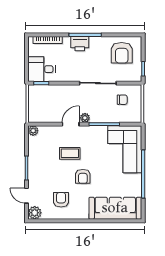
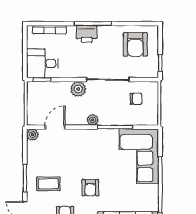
plant: (72, 91) -> (78, 89), added
door: (71, 124) -> (55, 127), moved
coffee table: (70, 153) -> (48, 184), moved

